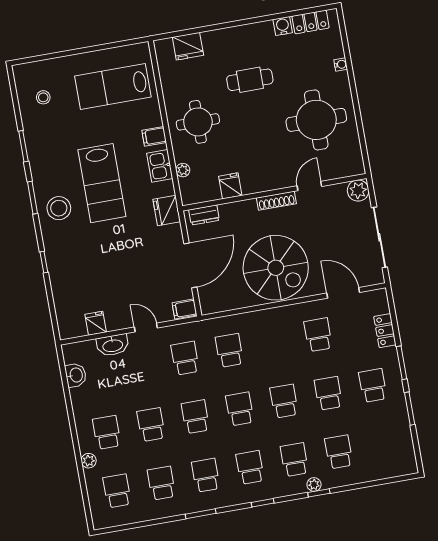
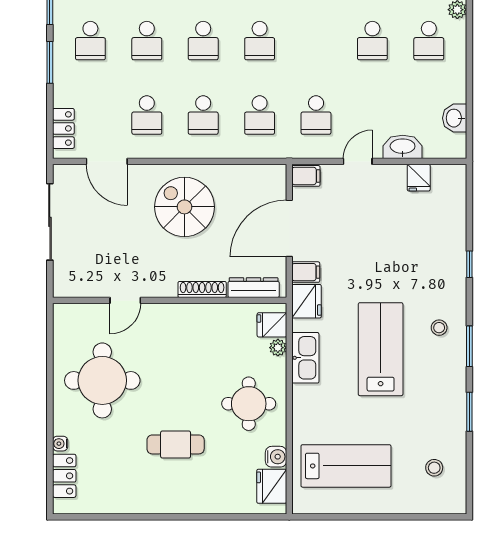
locker: (311, 22) -> (64, 476), moved, turned 90
water cooler: (283, 26) -> (276, 457), moved, turned -90
fridge: (188, 46) -> (272, 486), moved, turned -90
filing cabinet: (154, 136) -> (306, 272), moved
kitchen sink: (160, 166) -> (305, 358), width x1.38
fridge: (230, 186) -> (272, 325), moved, turned 90
plant: (358, 191) -> (66, 284), removed
shoe rack: (276, 201) -> (202, 289), moved
stool: (59, 208) -> (439, 328), width x0.53, depth x0.53
dresser: (204, 215) -> (254, 288), width x1.44
spiral stairs: (276, 268) -> (184, 207), width x0.73, depth x0.73
door: (146, 328) -> (358, 161), swing flipped
locker: (385, 331) -> (63, 128), moved
school desk: (195, 417) -> (203, 115), moved

